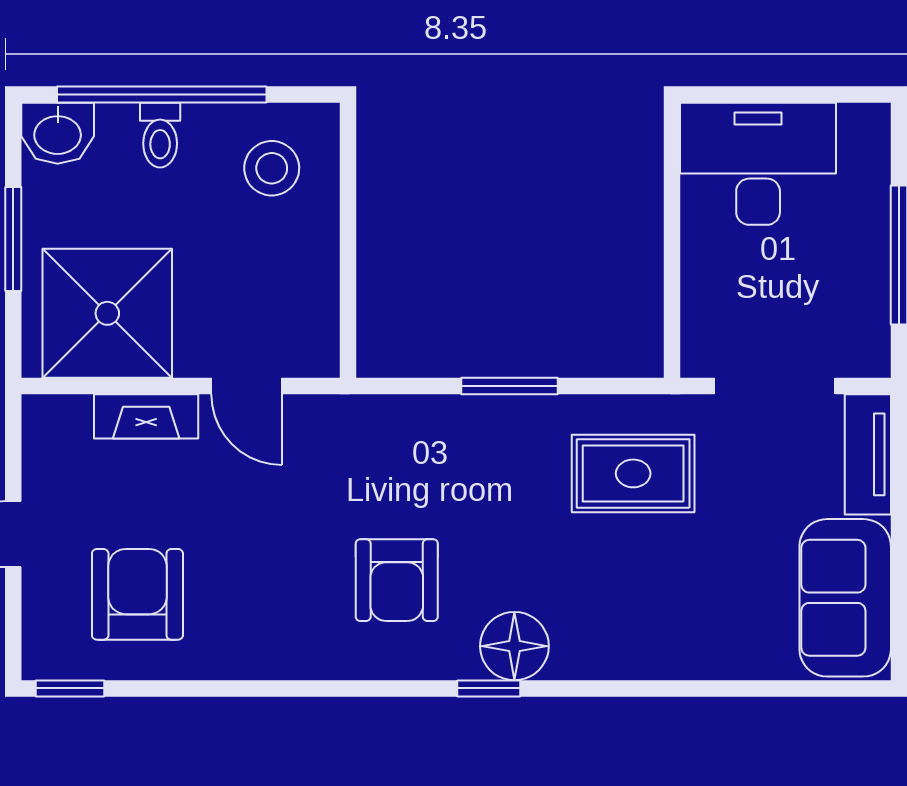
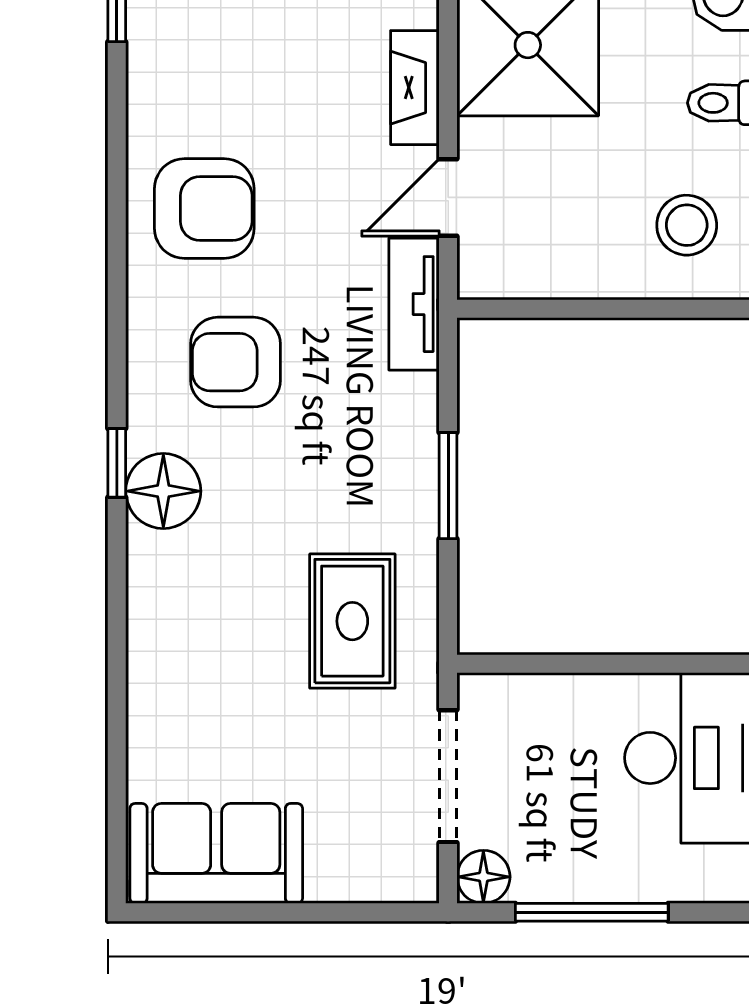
floor lamp: (867, 354) -> (483, 877), added
tv unit: (868, 454) -> (414, 304), moved, turned -90
armchair: (137, 594) -> (204, 208), moved

